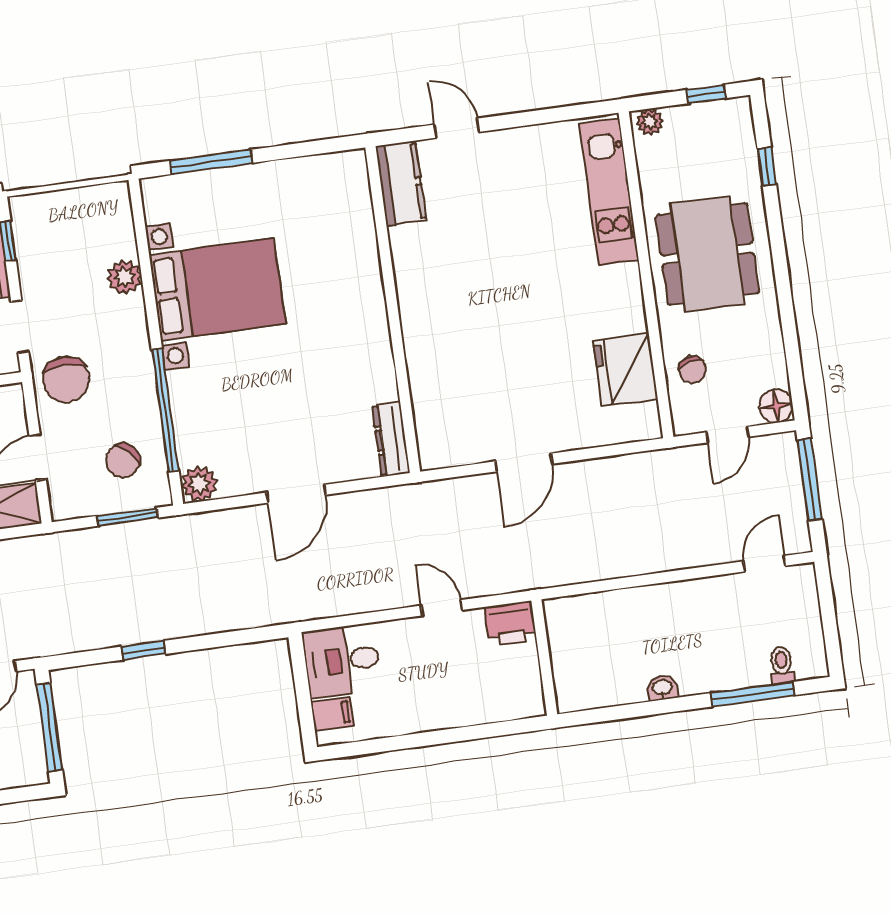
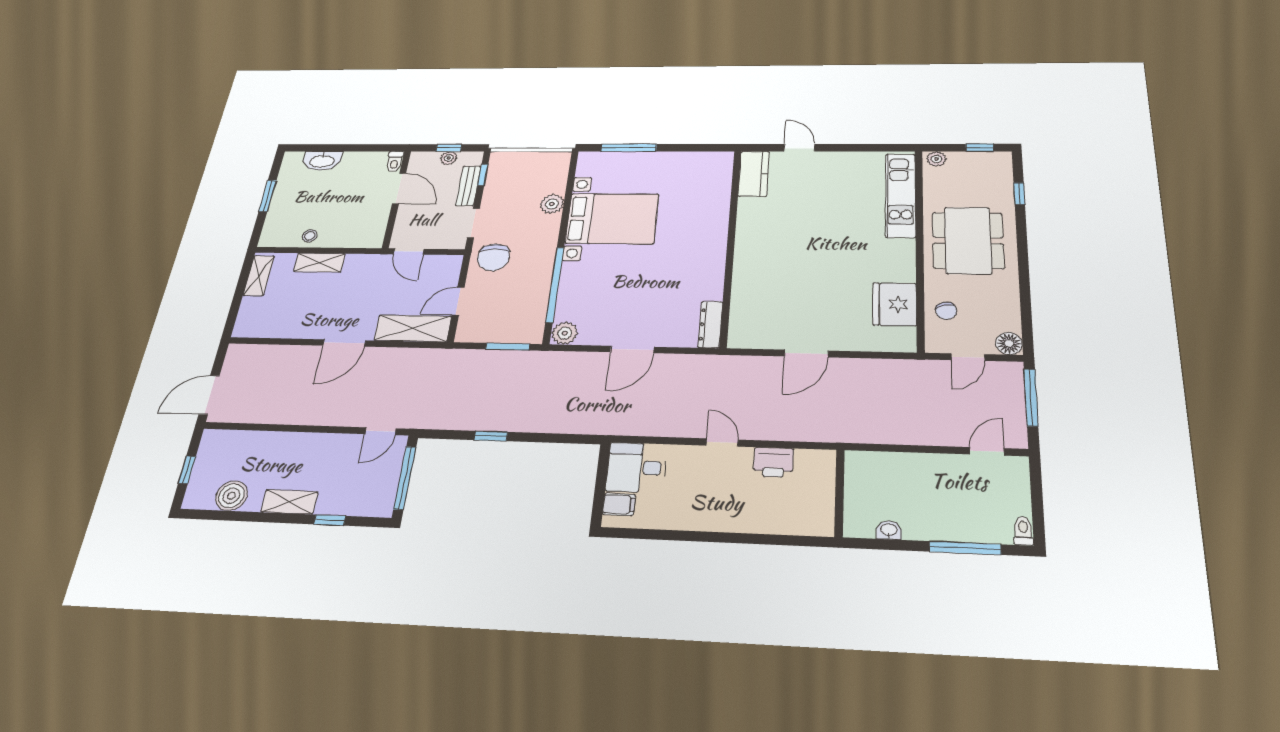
chair: (123, 461) -> (516, 311), removed
wall: (544, 657) -> (839, 493), moved
toilet: (782, 665) -> (1023, 531), moved

